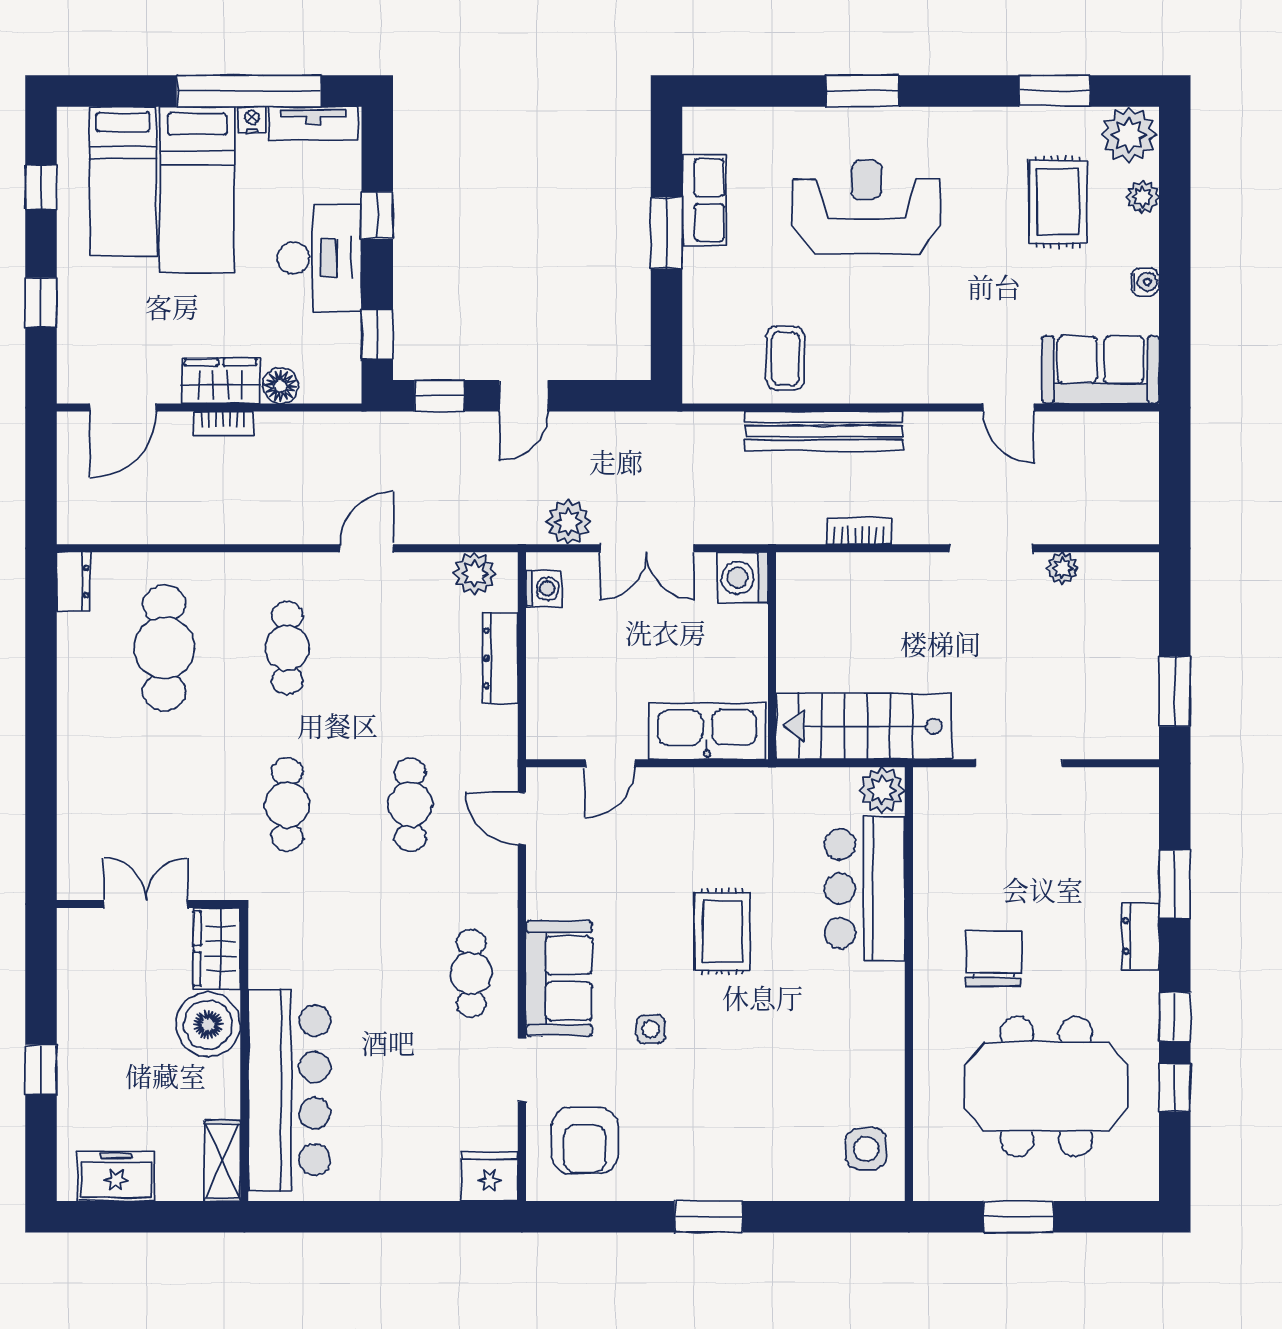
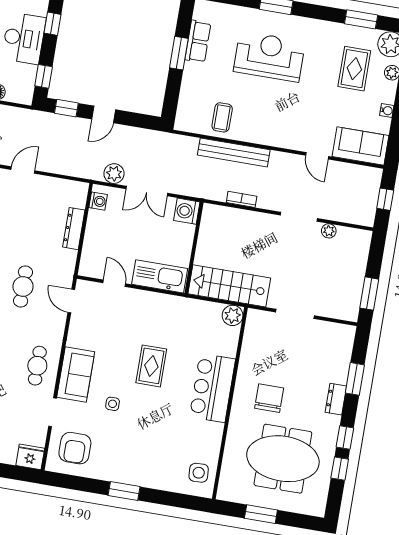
window: (1175, 478) -> (385, 199), added
plant: (475, 574) -> (69, 189), removed
door: (610, 763) -> (114, 283), swing flipped
bar counter: (865, 889) -> (212, 388), moved

